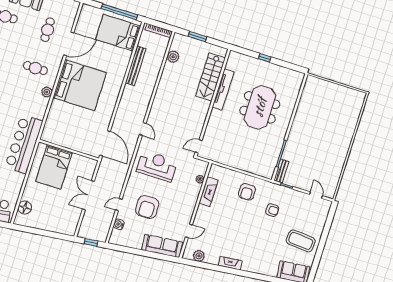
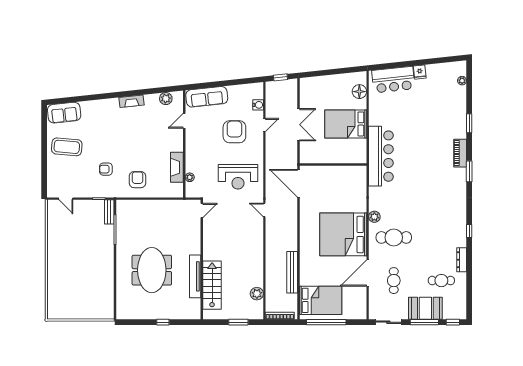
cafe table: (35, 68) -> (394, 237), width x1.37, depth x1.35
bed: (54, 167) -> (346, 124), moved, turned -90

